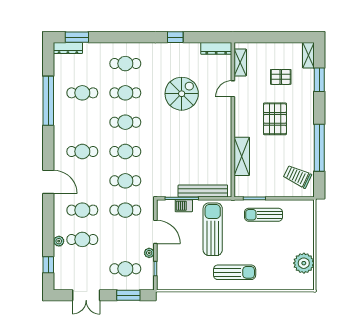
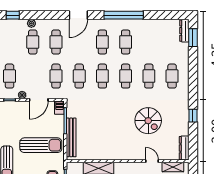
cafe table: (82, 93) -> (126, 42), moved
window: (48, 101) -> (124, 15), moved
barbecue: (184, 206) -> (59, 108), moved

